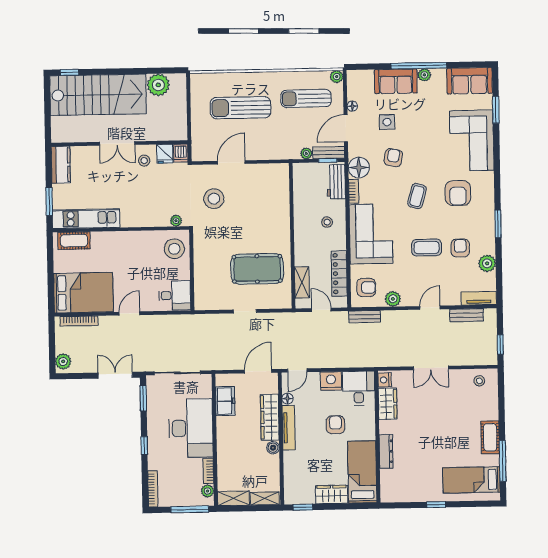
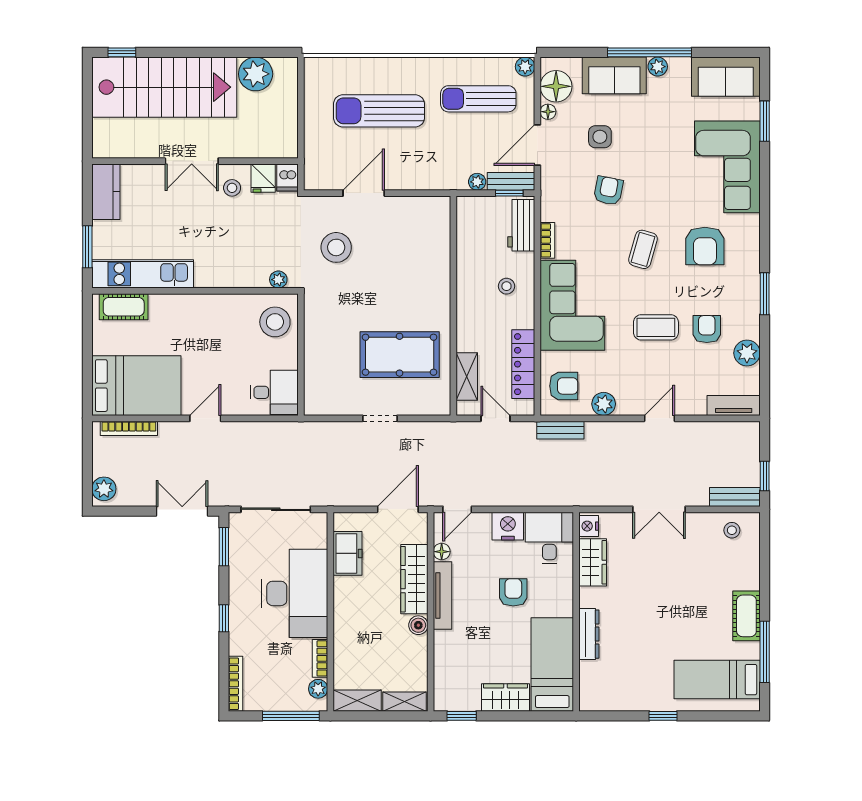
floor lamp: (359, 168) -> (556, 86), moved
bench: (467, 315) -> (735, 497), moved

